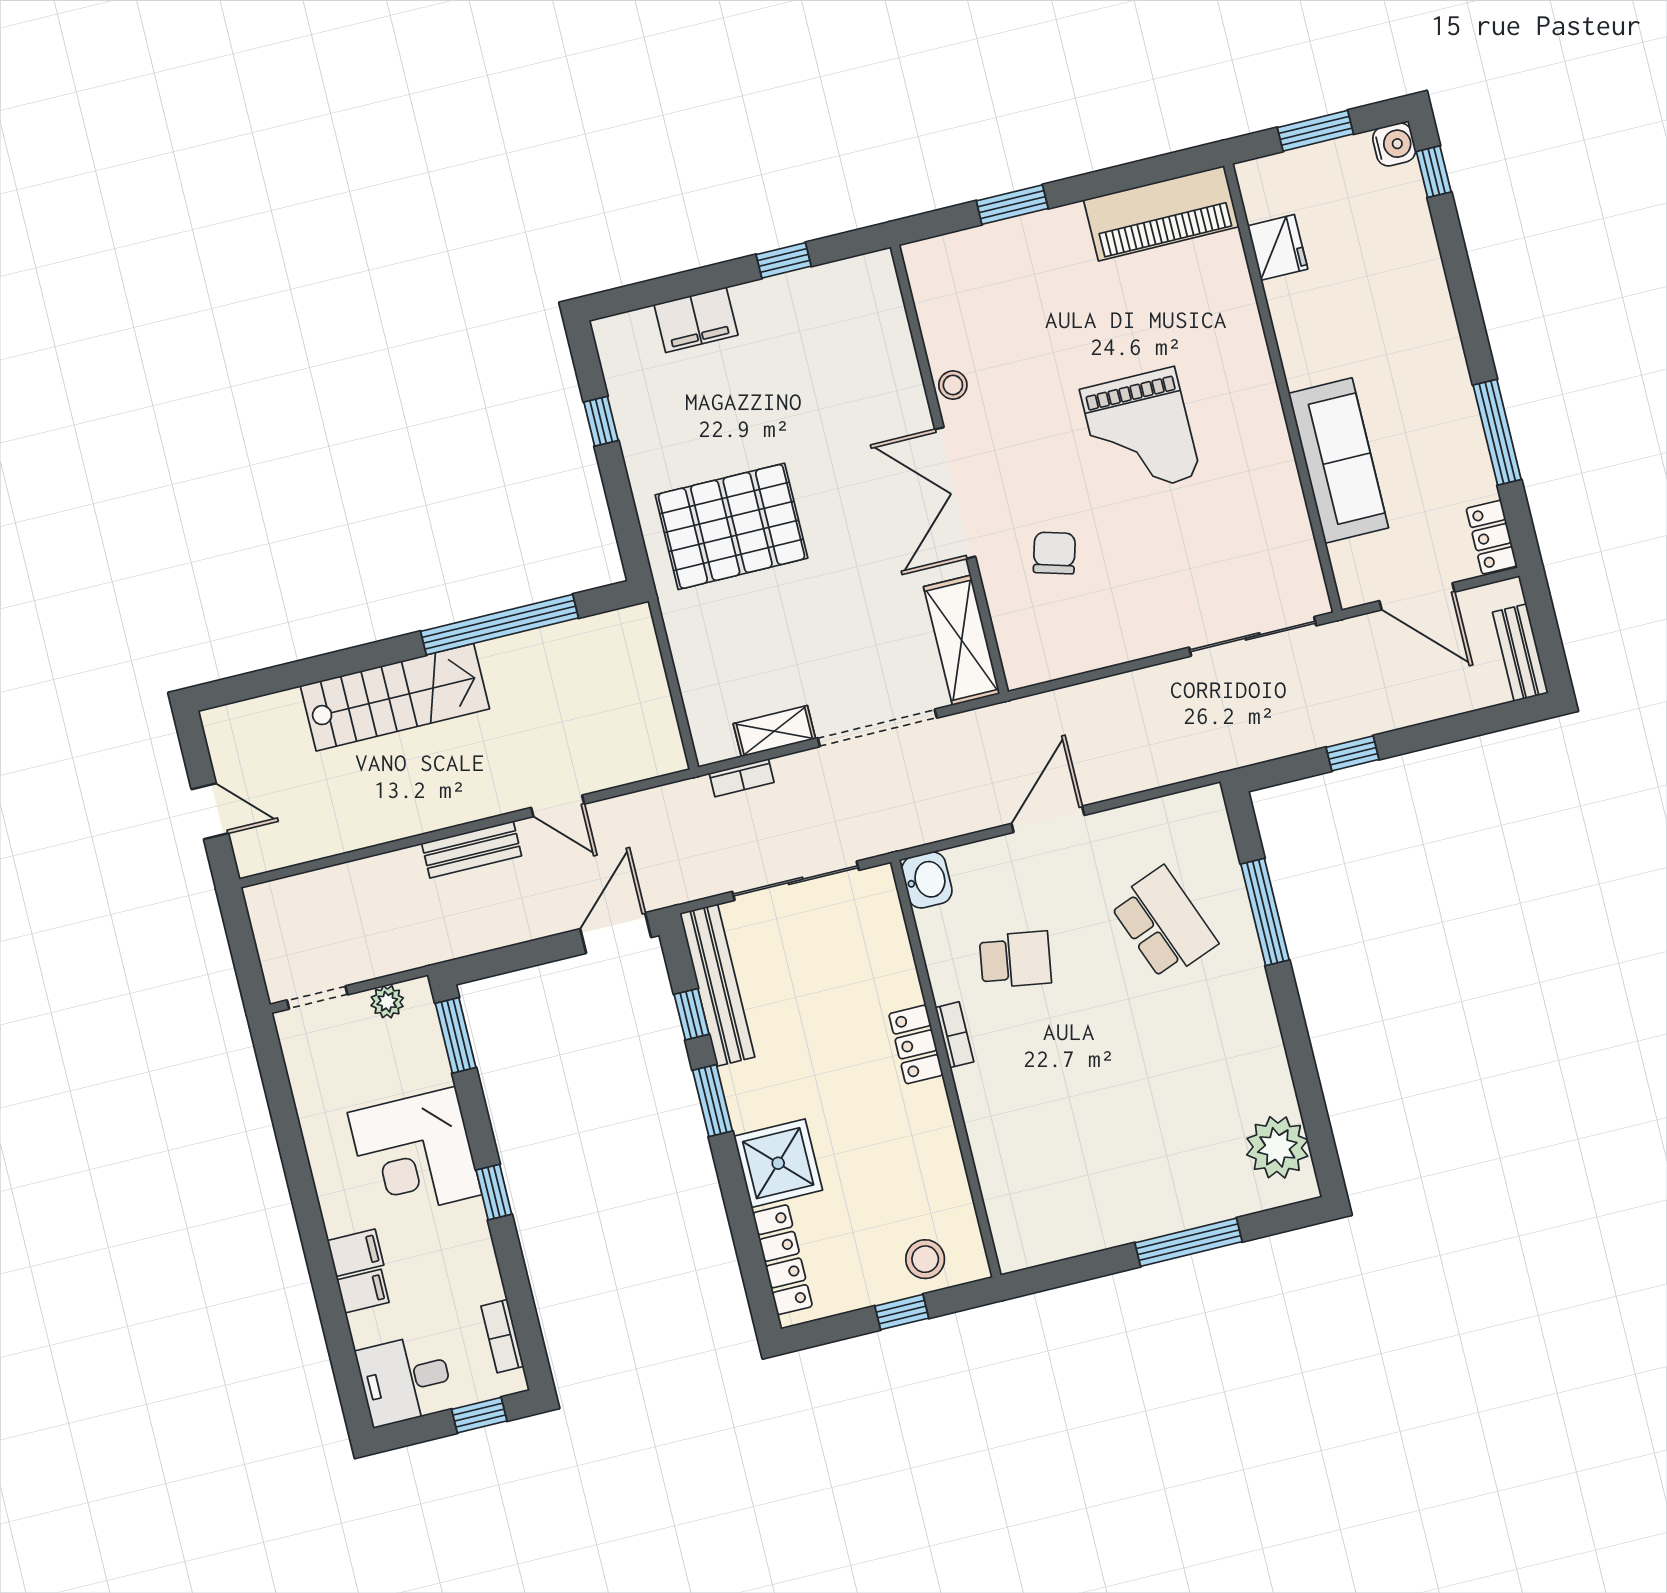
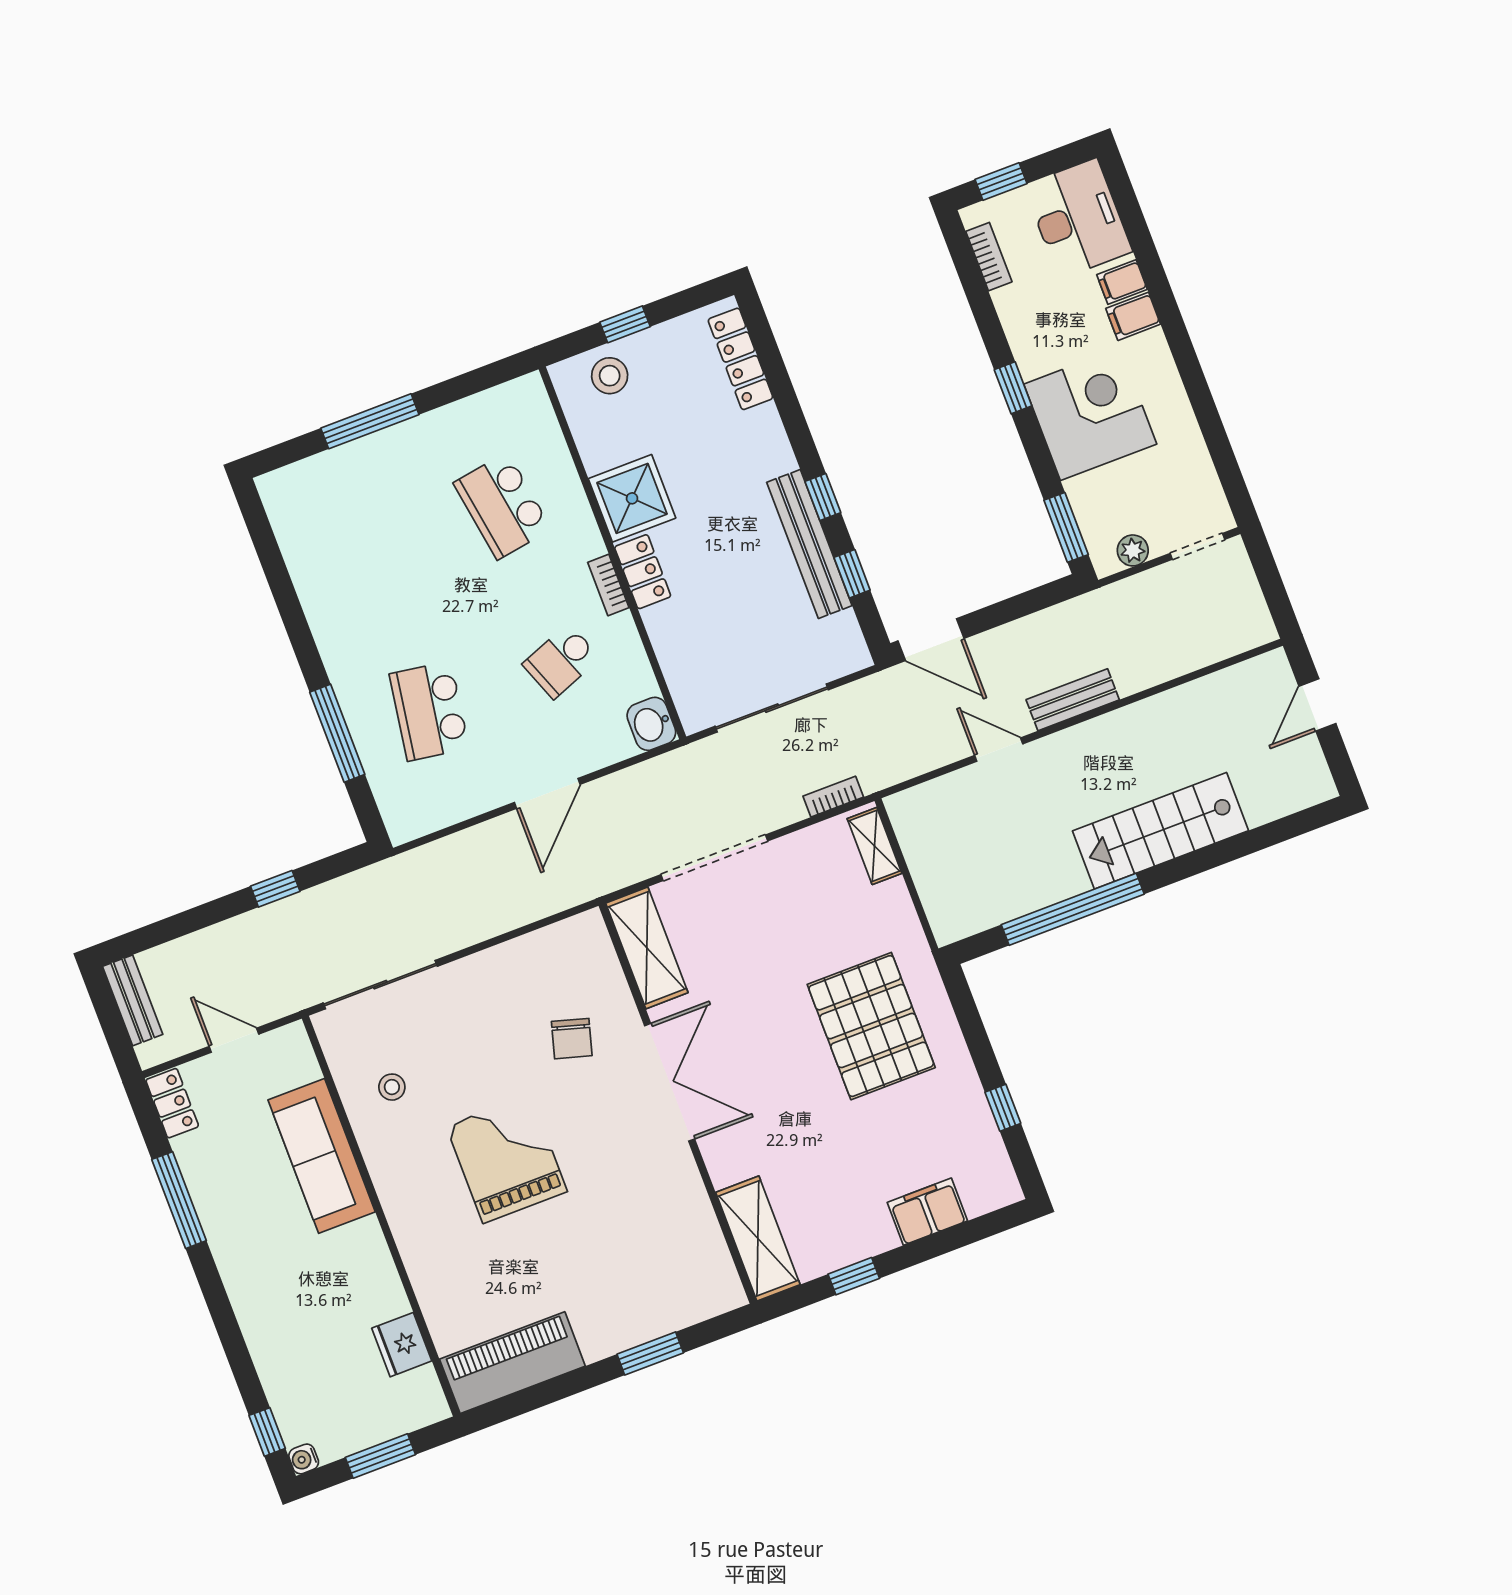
water cooler: (1394, 144) -> (304, 1459), width x0.72, depth x0.72
shelving: (881, 314) -> (758, 1238), added
stool: (953, 385) -> (392, 1087), moved
pallet: (731, 526) -> (871, 1026), turned 90
door: (1417, 596) -> (234, 1040), width x0.73
shelving: (774, 731) -> (874, 846), moved, turned 90
door: (210, 811) -> (1317, 705), hinge flipped
school desk: (1164, 923) -> (429, 711), turned 30
door: (616, 933) -> (931, 640), hinge flipped
school desk: (1015, 959) -> (561, 661), turned -30
bench: (717, 985) -> (809, 544), moved
window: (713, 1101) -> (823, 497), width x0.67
school desk: (1058, 1134) -> (502, 506), added
plant: (1277, 1147) -> (299, 519), removed
shower: (778, 1163) -> (632, 498), moved
desk: (405, 1380) -> (1078, 218), width x1.37

